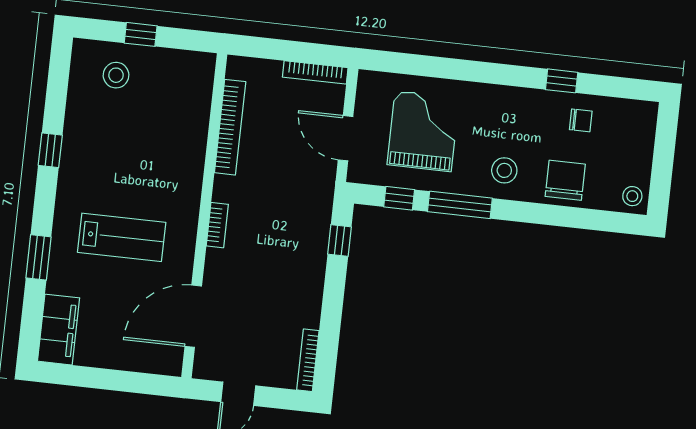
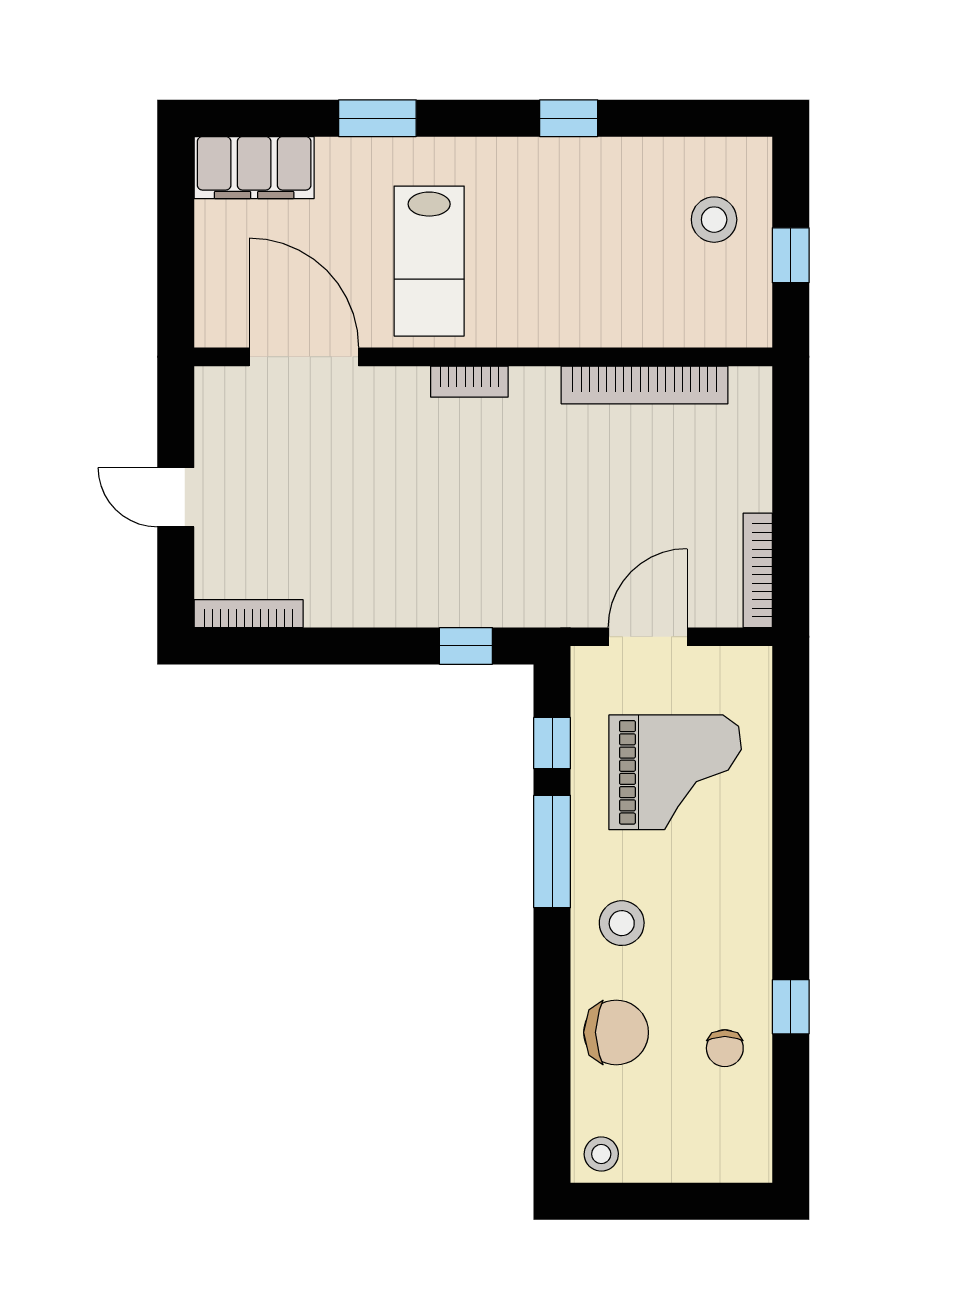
bookcase: (230, 127) -> (645, 385), moved
wall: (204, 216) -> (483, 357), moved
bookcase: (217, 225) -> (469, 382), moved
door: (193, 316) -> (304, 357), moved

